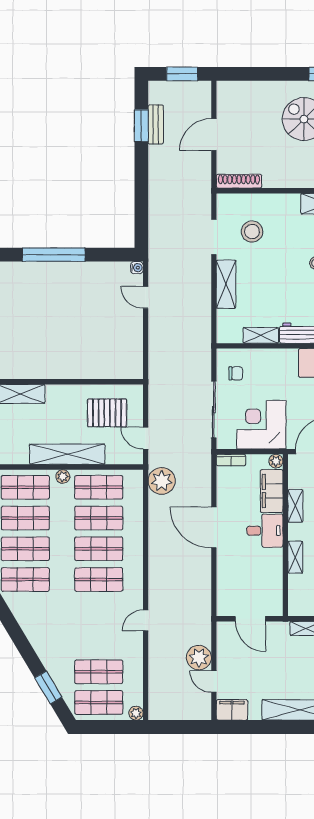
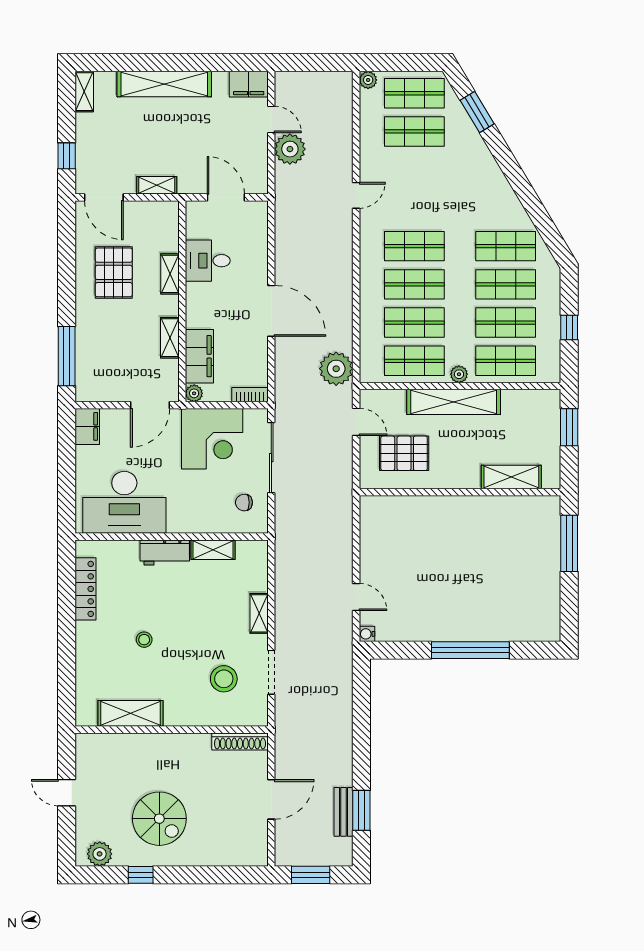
shelving: (226, 284) -> (259, 613), width x0.67, depth x0.75
desk: (265, 531) -> (208, 261), moved

